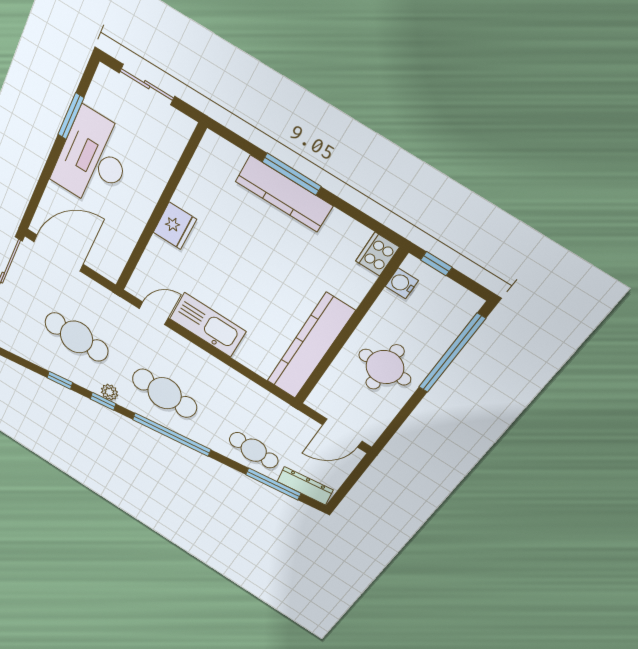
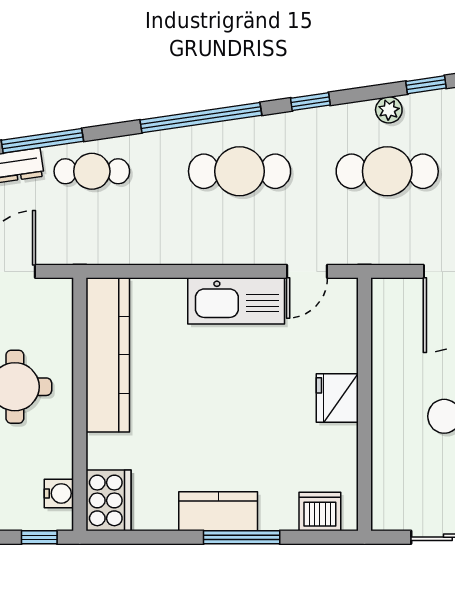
dishwasher: (227, 158) -> (320, 511), added
kitchen counter: (284, 194) -> (218, 511), width x0.67
cooker: (377, 254) -> (109, 500), width x1.37, depth x1.31
window: (60, 380) -> (426, 85), moved
plant: (109, 392) -> (389, 110), moved

